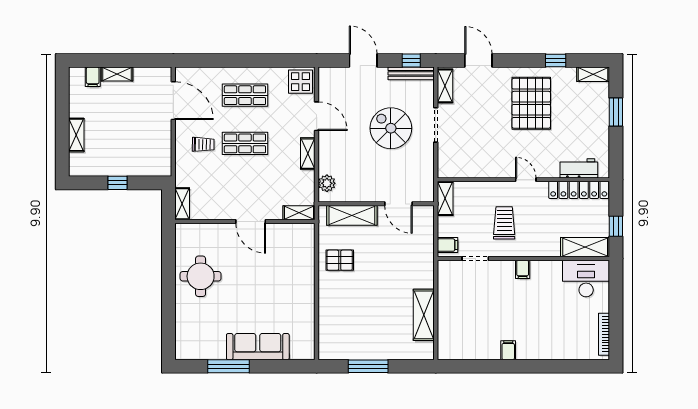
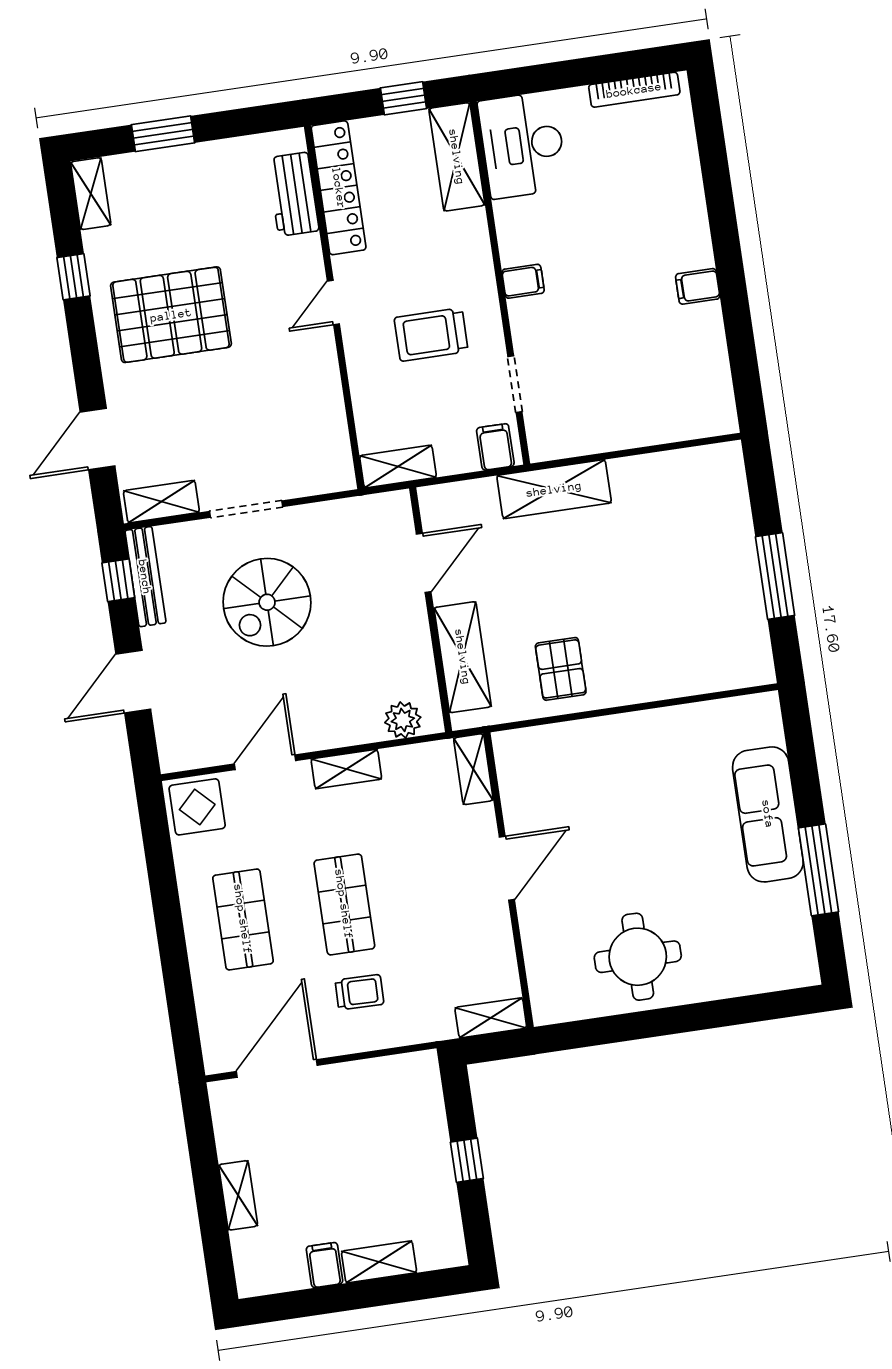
filing cabinet: (93, 77) -> (325, 1265), moved, turned -90
trolley: (203, 144) -> (359, 992), turned 90
shelving: (424, 315) -> (554, 489), moved

